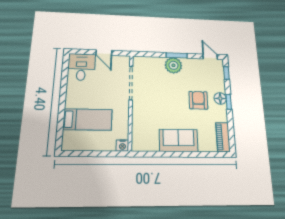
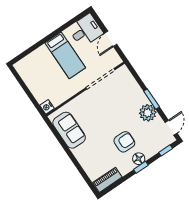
plant: (173, 65) -> (148, 113), moved
bed: (88, 120) -> (65, 55), moved
sofa: (179, 140) -> (69, 130), moved

